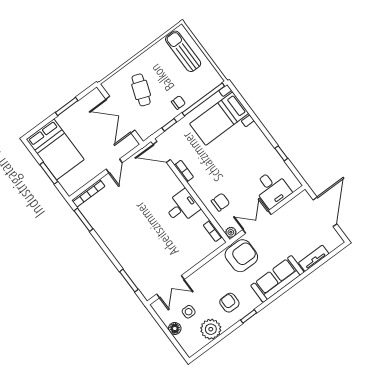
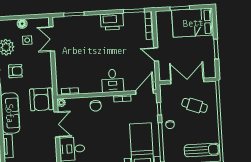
chair: (220, 202) -> (96, 106), moved
desk: (182, 207) -> (113, 81), moved
printer: (110, 235) -> (112, 22), added

